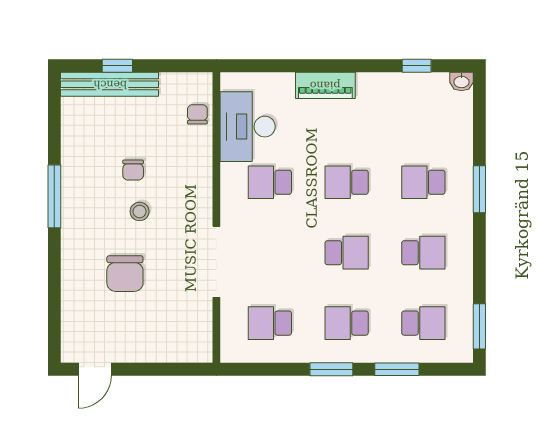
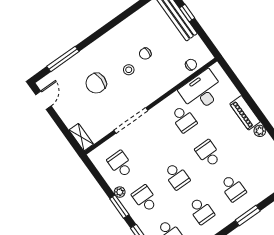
plant: (367, 82) -> (260, 131), added
school desk: (270, 182) -> (184, 119), turned 180
school desk: (423, 182) -> (233, 188), turned 180
window: (54, 196) -> (63, 59), moved
shelving: (189, 352) -> (81, 137), added
plant: (310, 353) -> (120, 192), added
door: (95, 369) -> (43, 100), swing flipped

